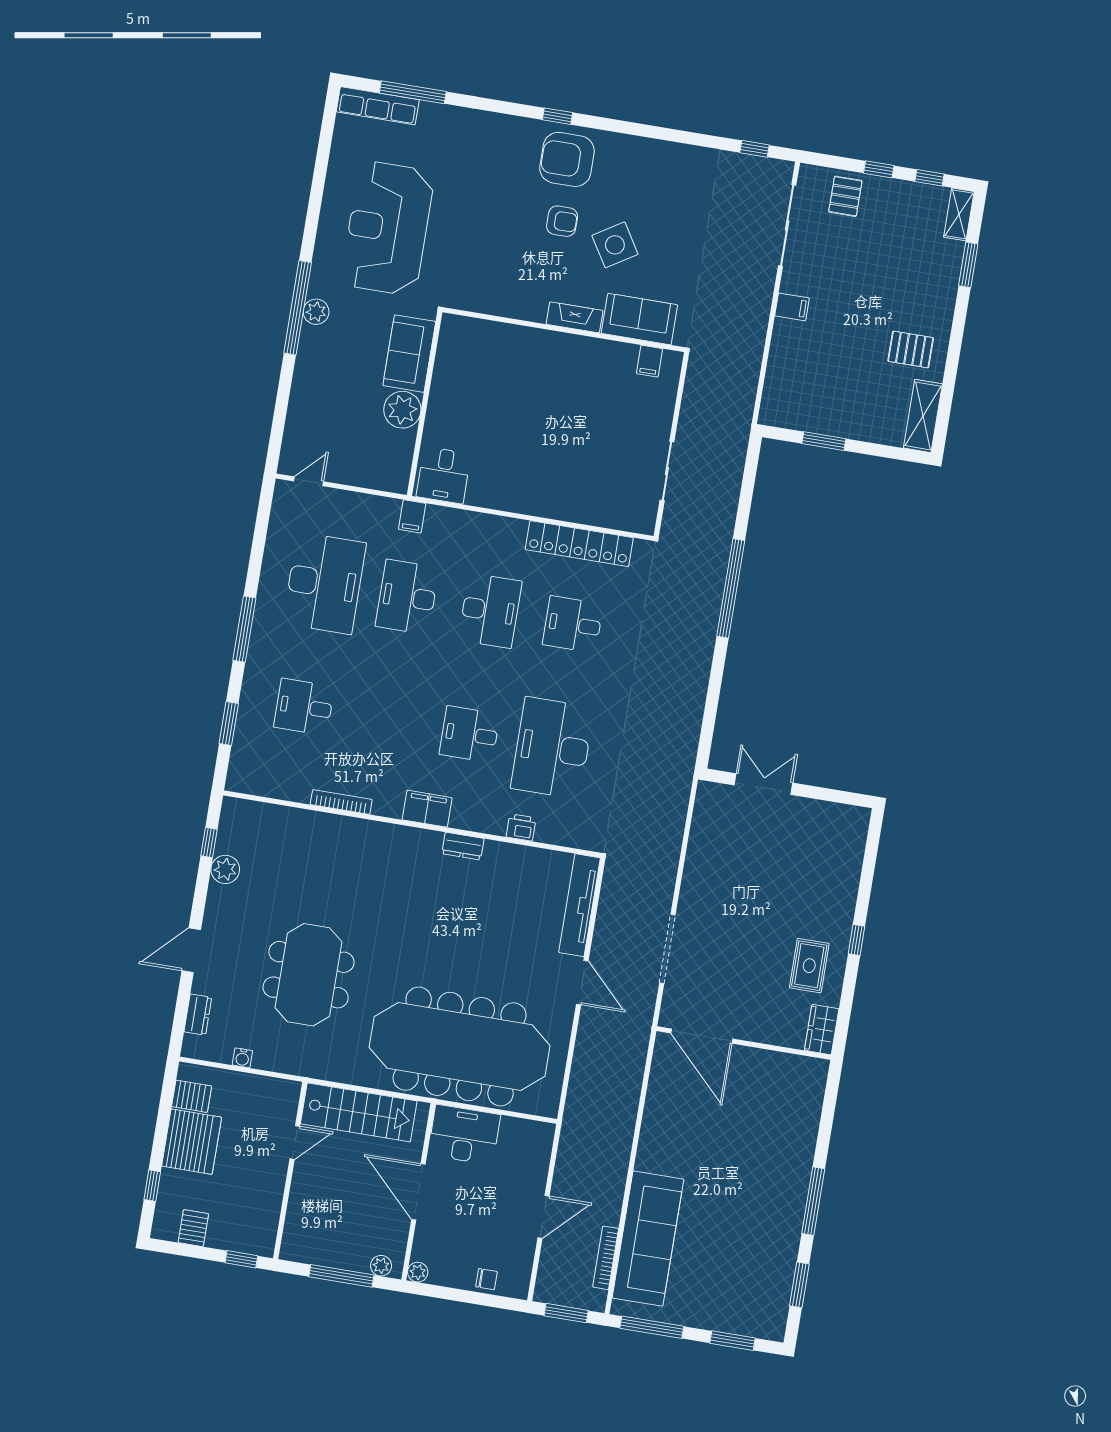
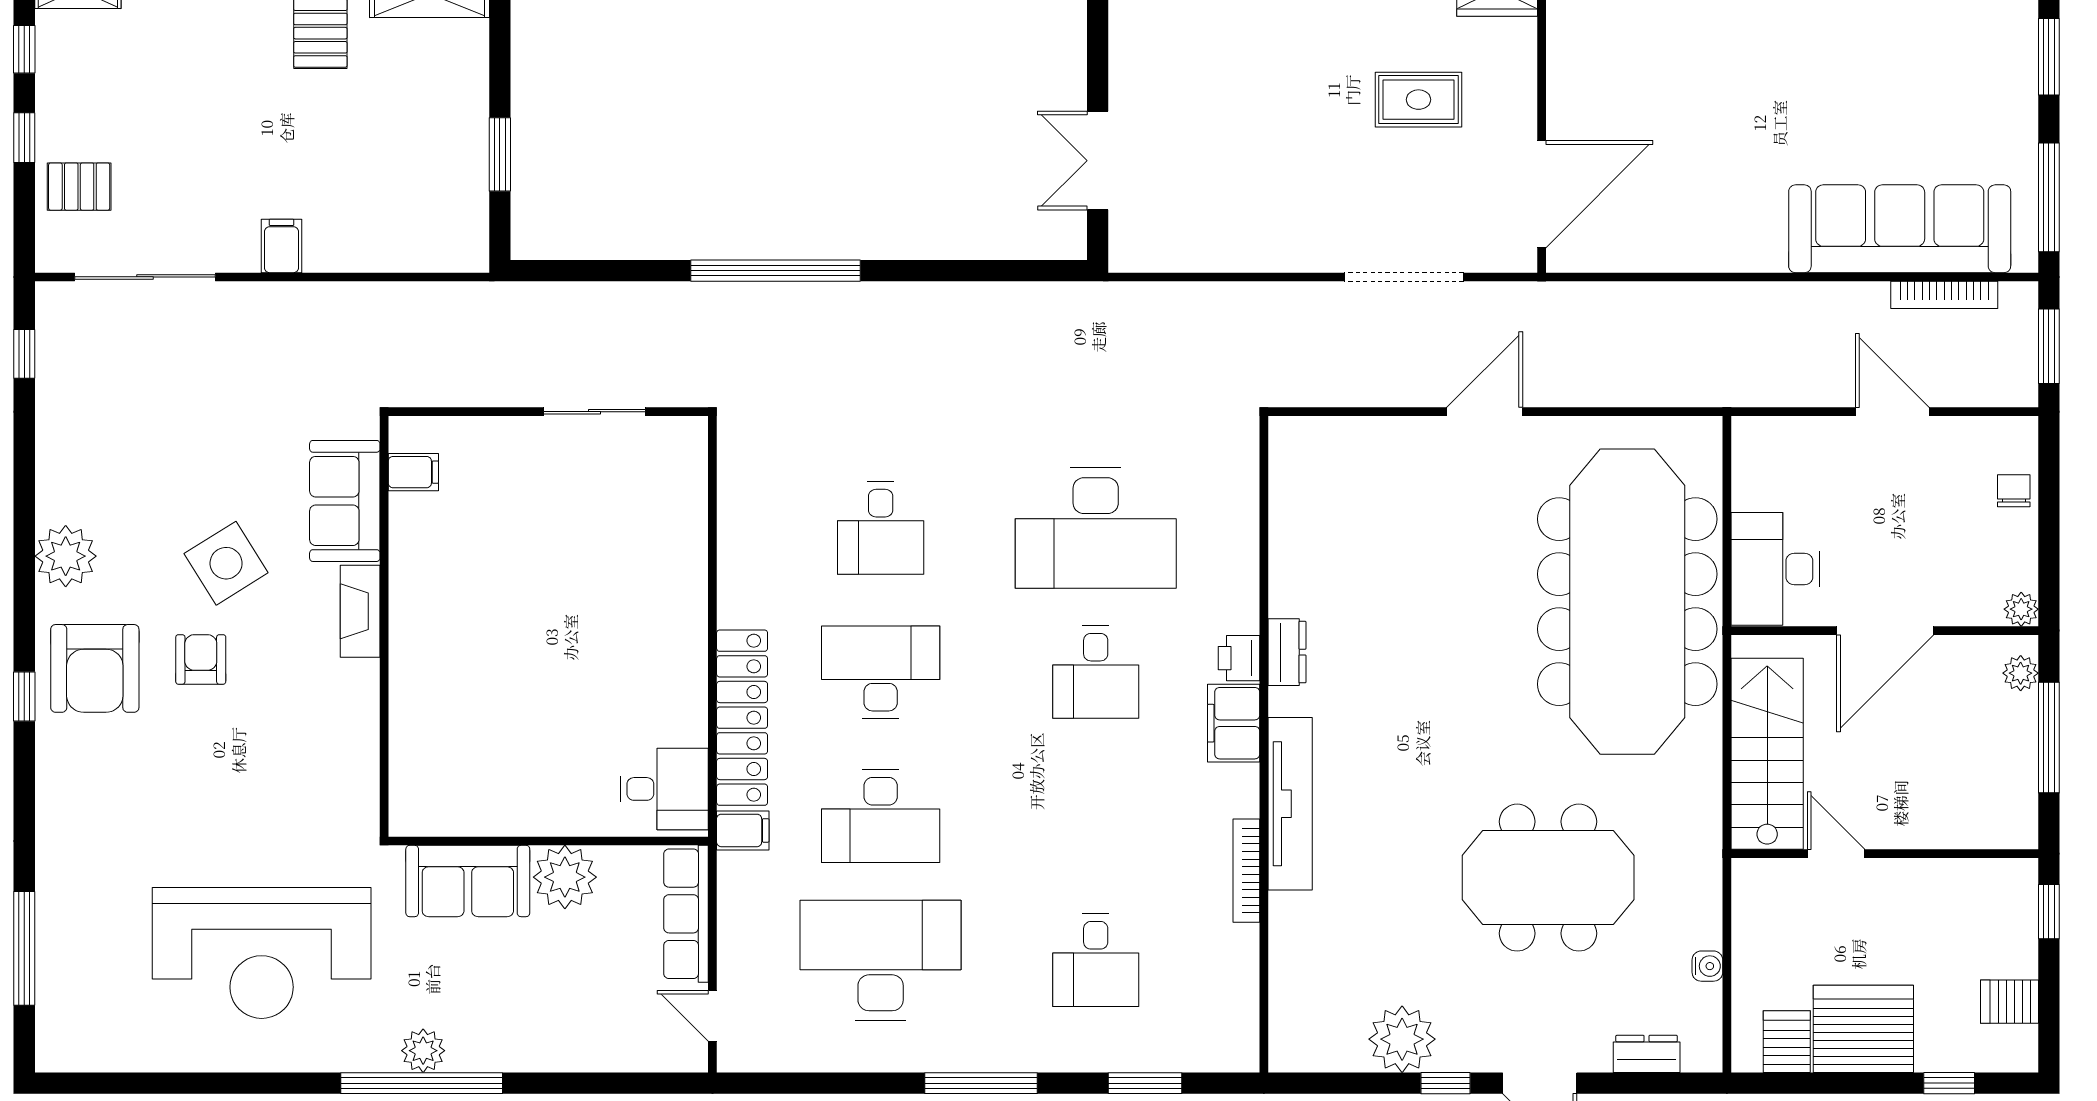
row of seats: (378, 106) -> (686, 914), moved, turned 180
plant: (634, 153) -> (66, 556), added
locker: (579, 544) -> (742, 718), moved
printer: (521, 827) -> (1239, 658), moved
window: (209, 843) -> (1446, 1083), moved
plant: (225, 869) -> (1402, 1039), width x1.36, depth x1.36
tv unit: (580, 905) -> (1290, 804), moved, turned -90
rug: (809, 966) -> (1418, 100), moved

